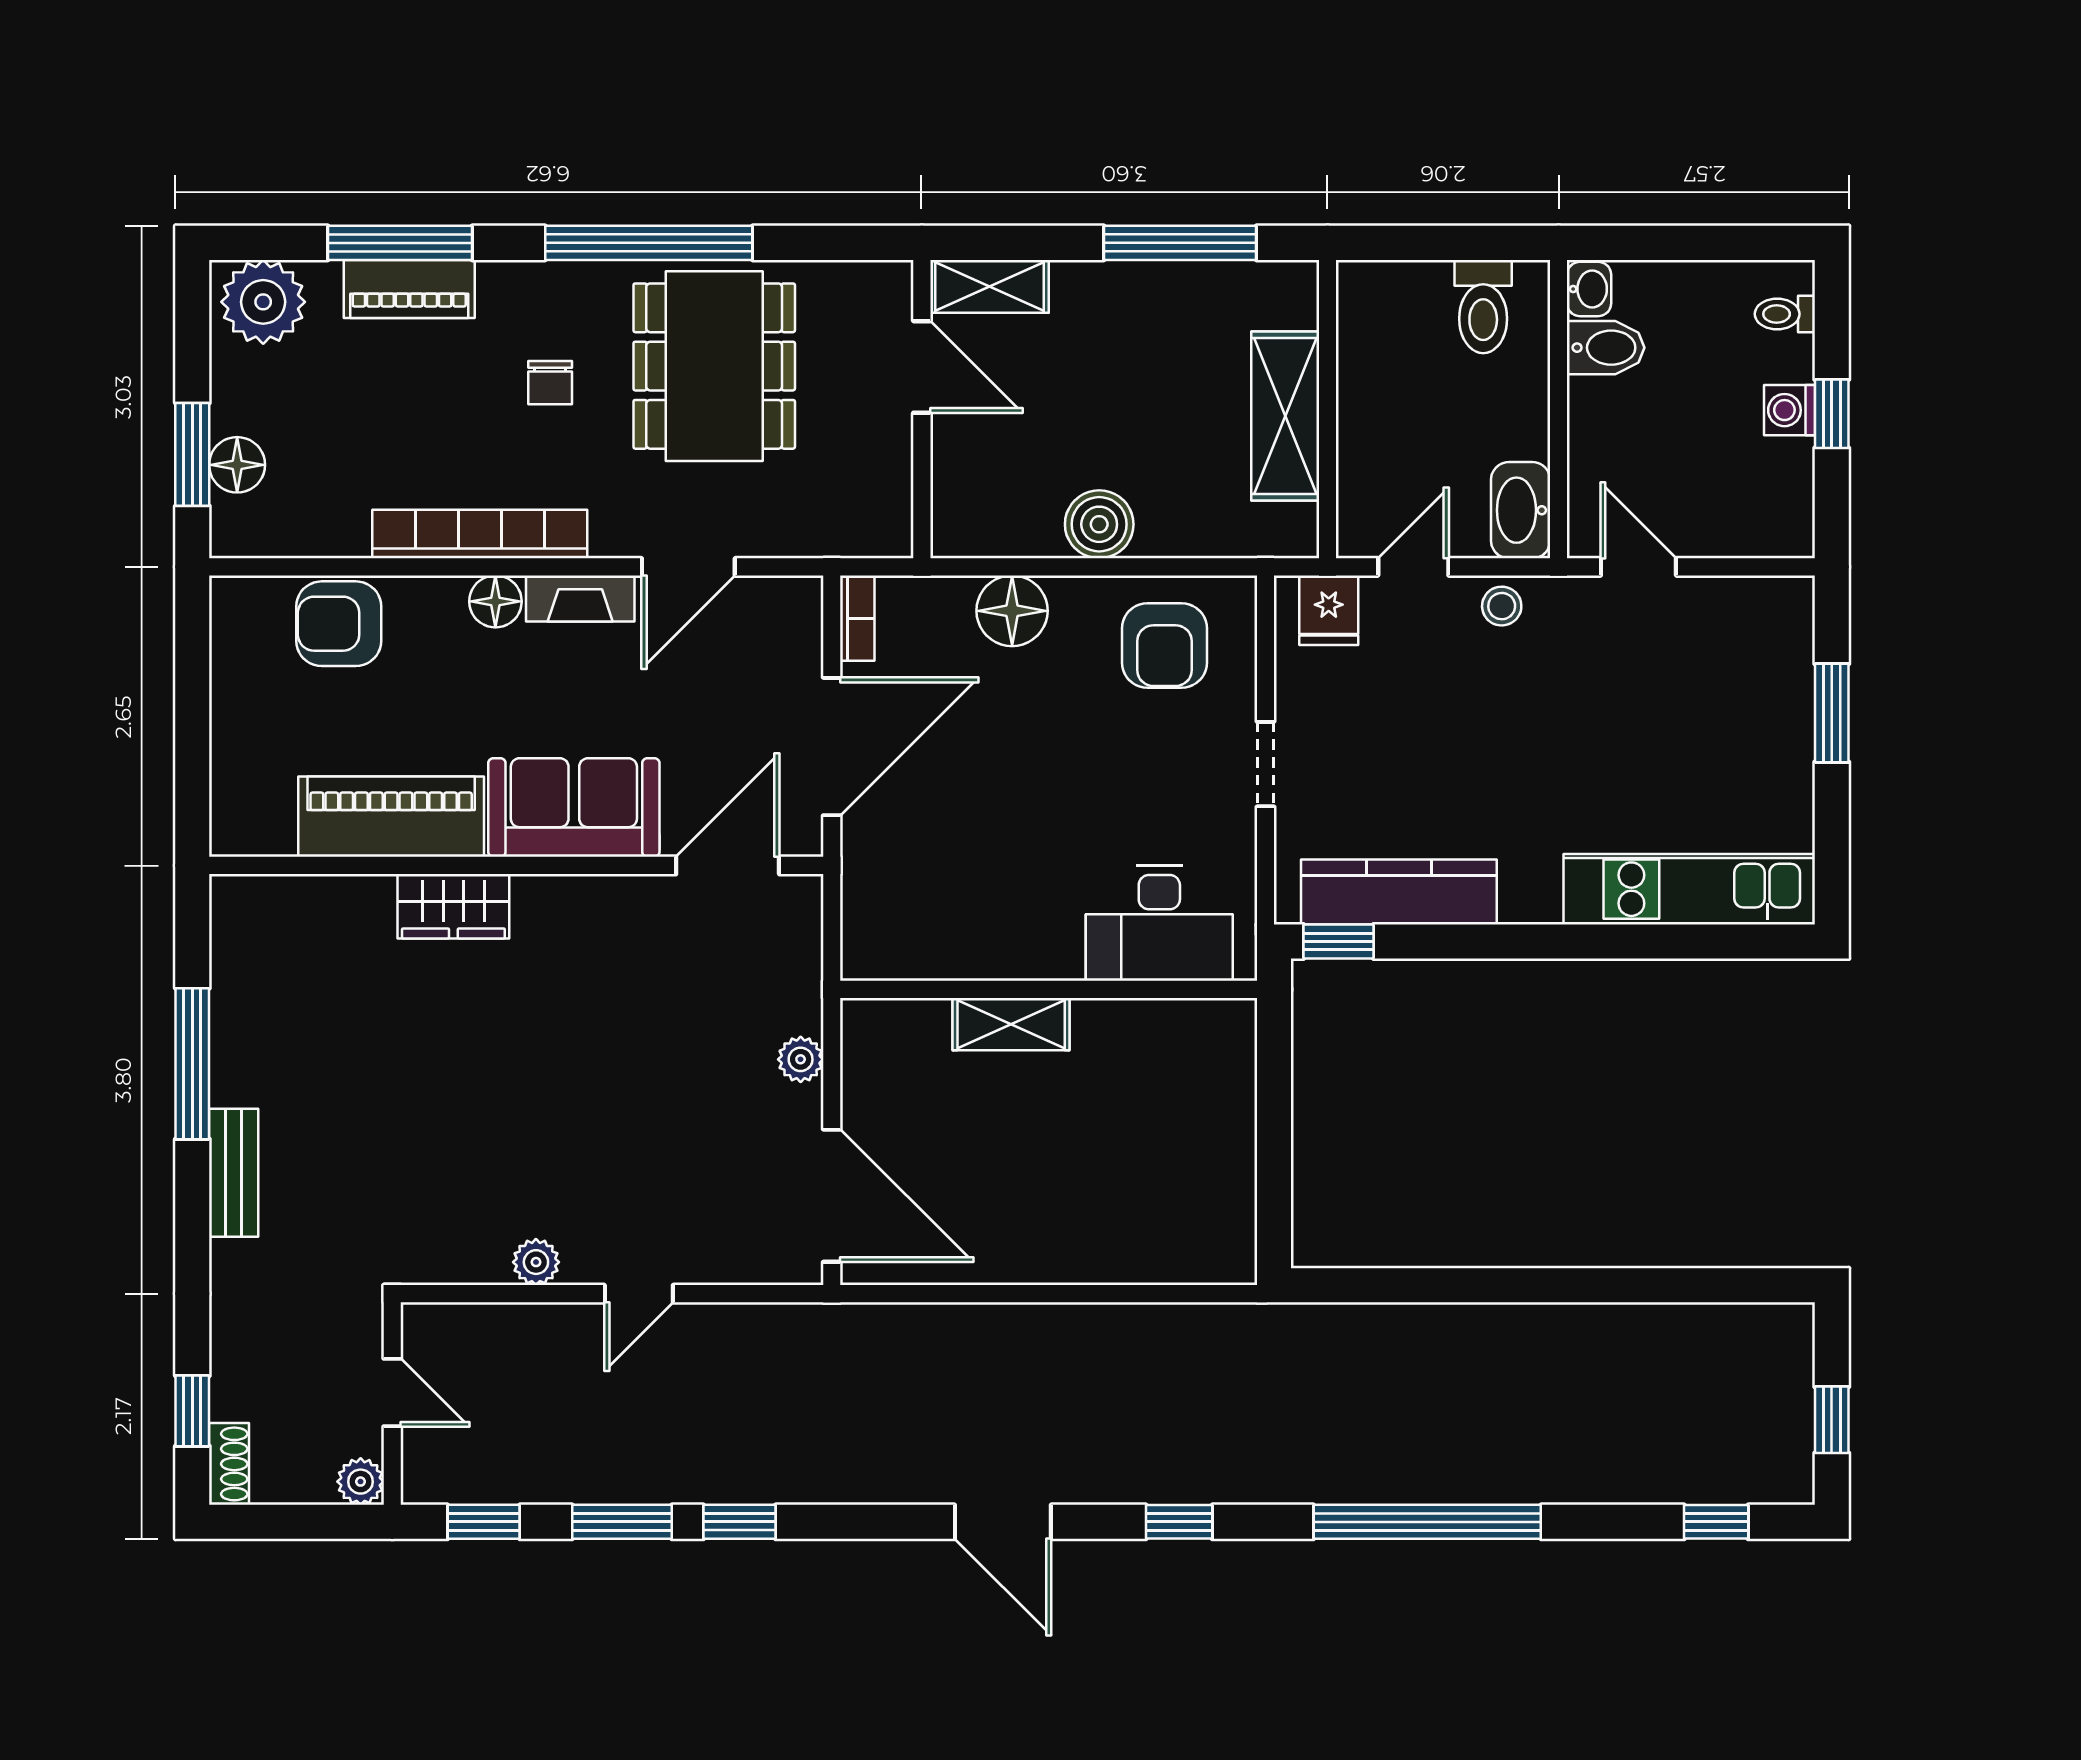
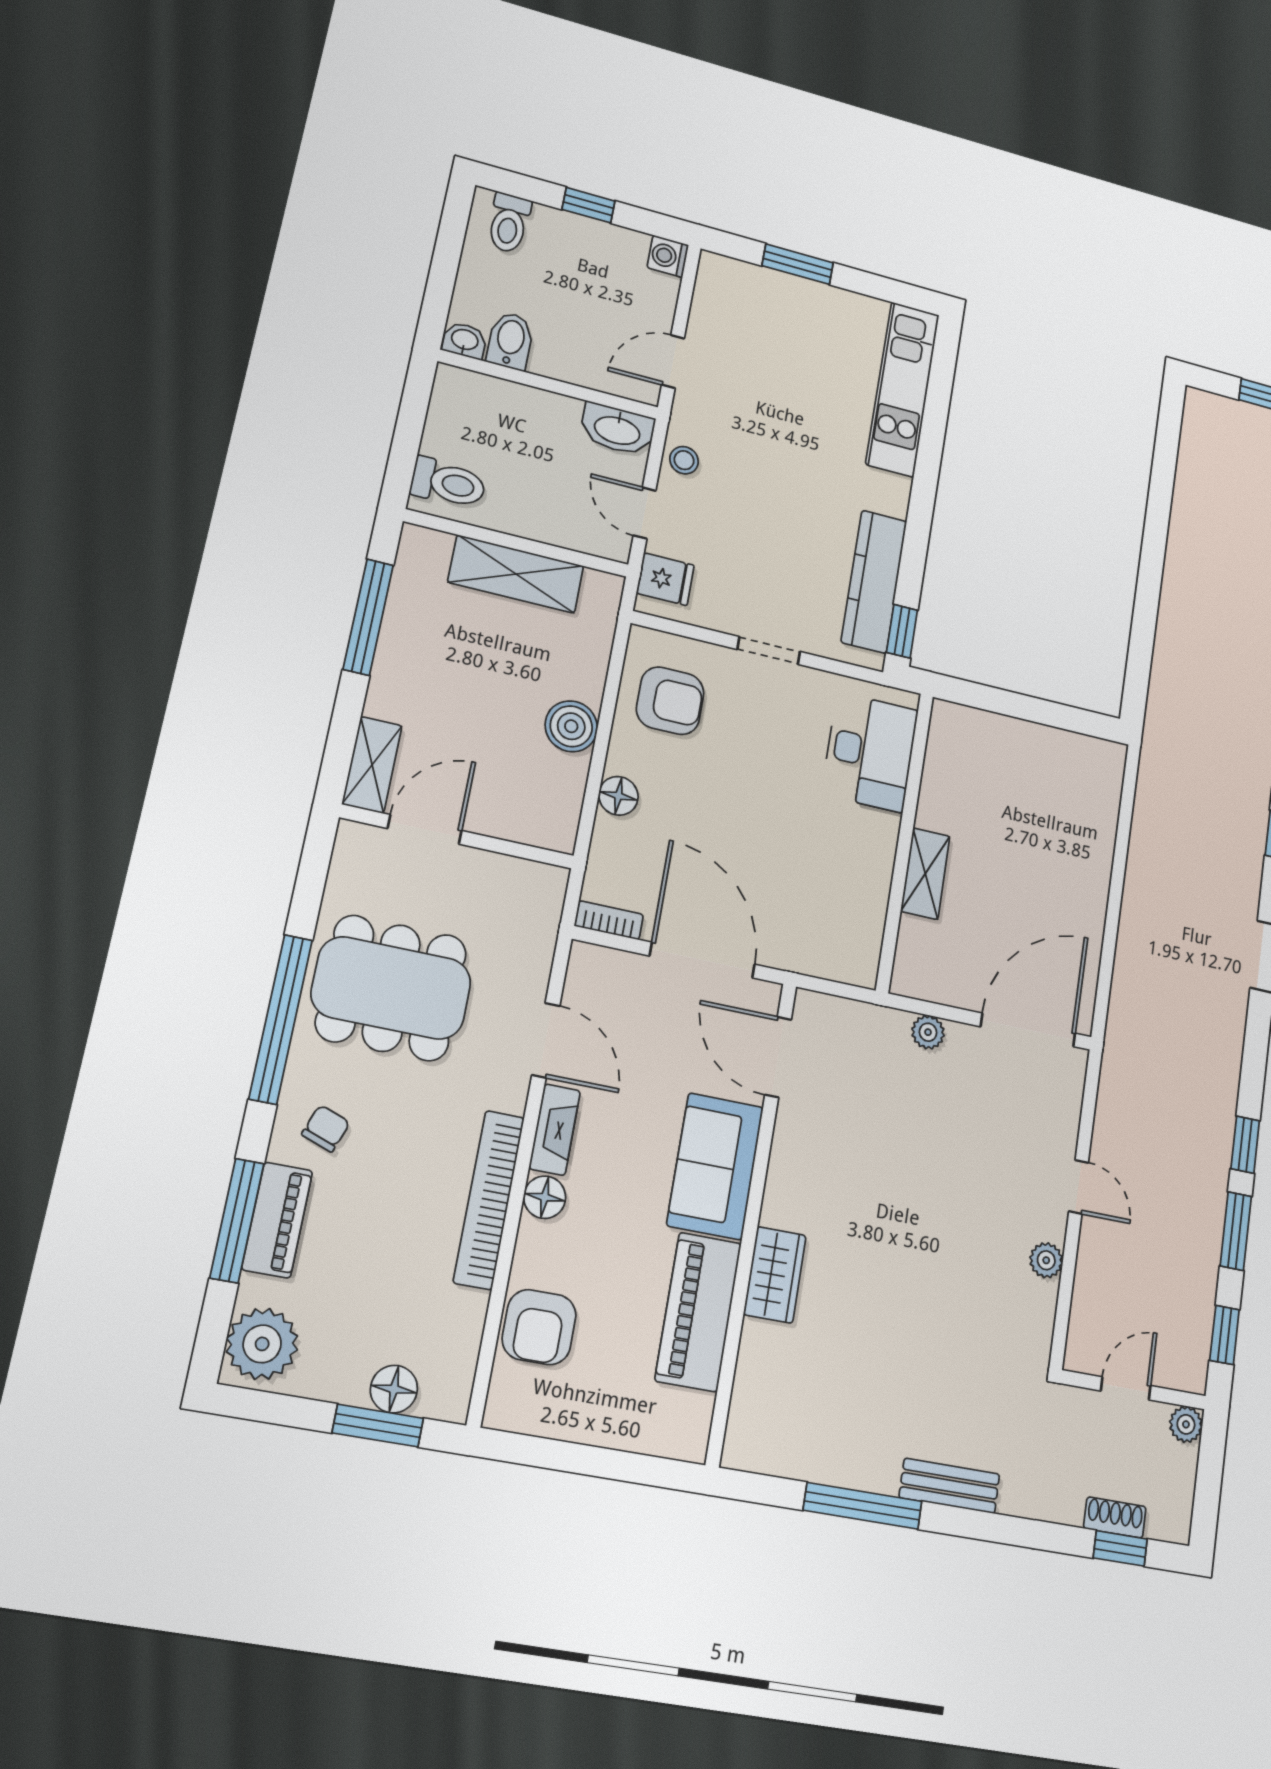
toilet: (1483, 307) -> (448, 483), moved
toilet: (1785, 314) -> (509, 223), width x1.37, depth x1.39
chair: (550, 383) -> (326, 1128), moved, turned -70
washing machine: (1790, 410) -> (668, 256), moved, turned 90
floor lamp: (1012, 611) -> (618, 796), width x0.73, depth x0.73
shoe rack: (229, 1464) -> (1115, 1518), moved

